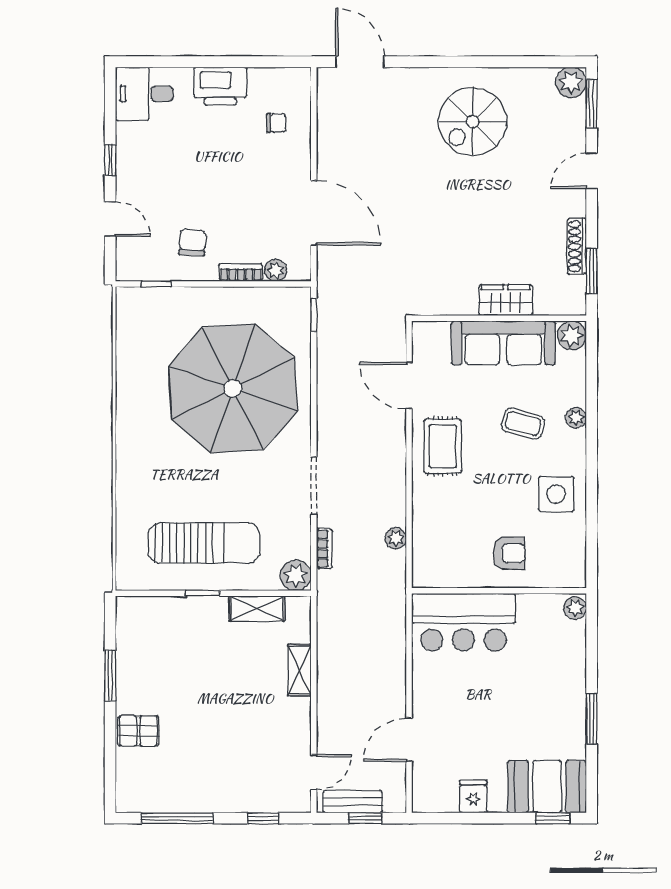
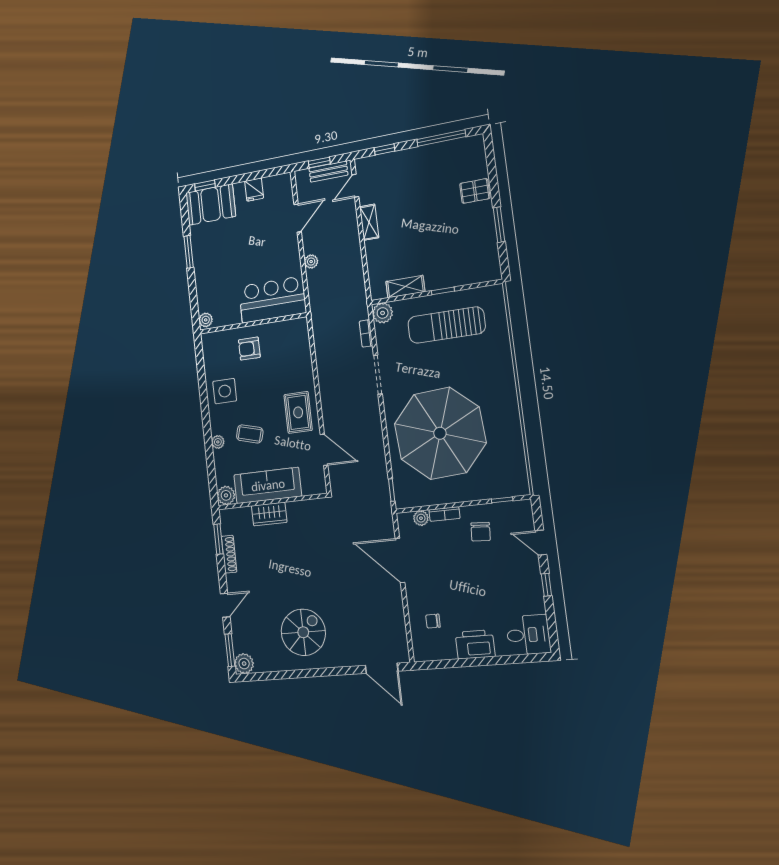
plant: (396, 538) -> (311, 262), moved
shelving: (300, 670) -> (369, 222), moved

